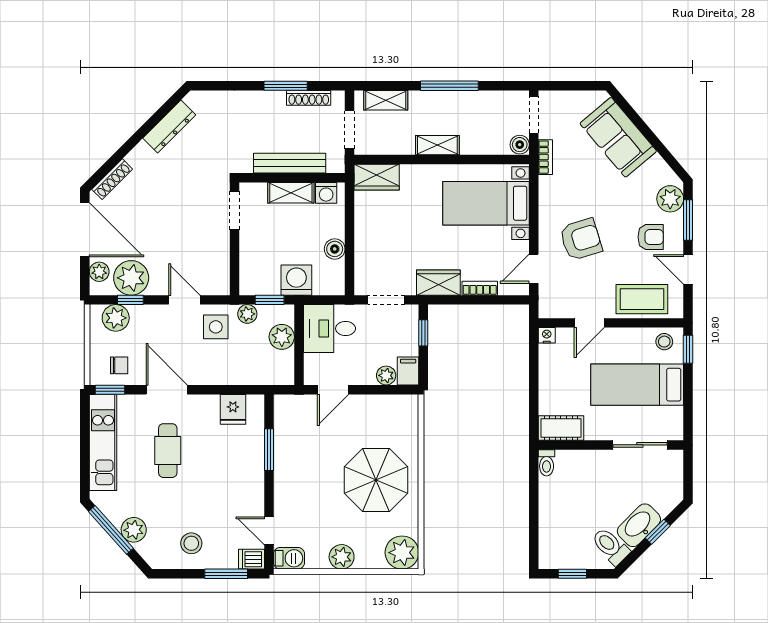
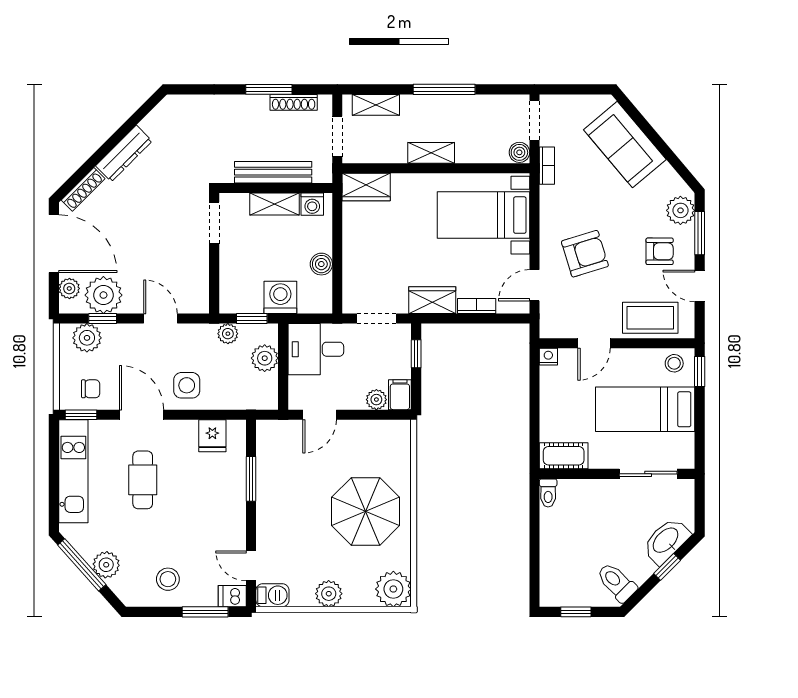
dresser: (169, 127) -> (124, 153), moved
side table: (216, 327) -> (187, 385), moved
washbasin: (639, 525) -> (666, 541), moved

